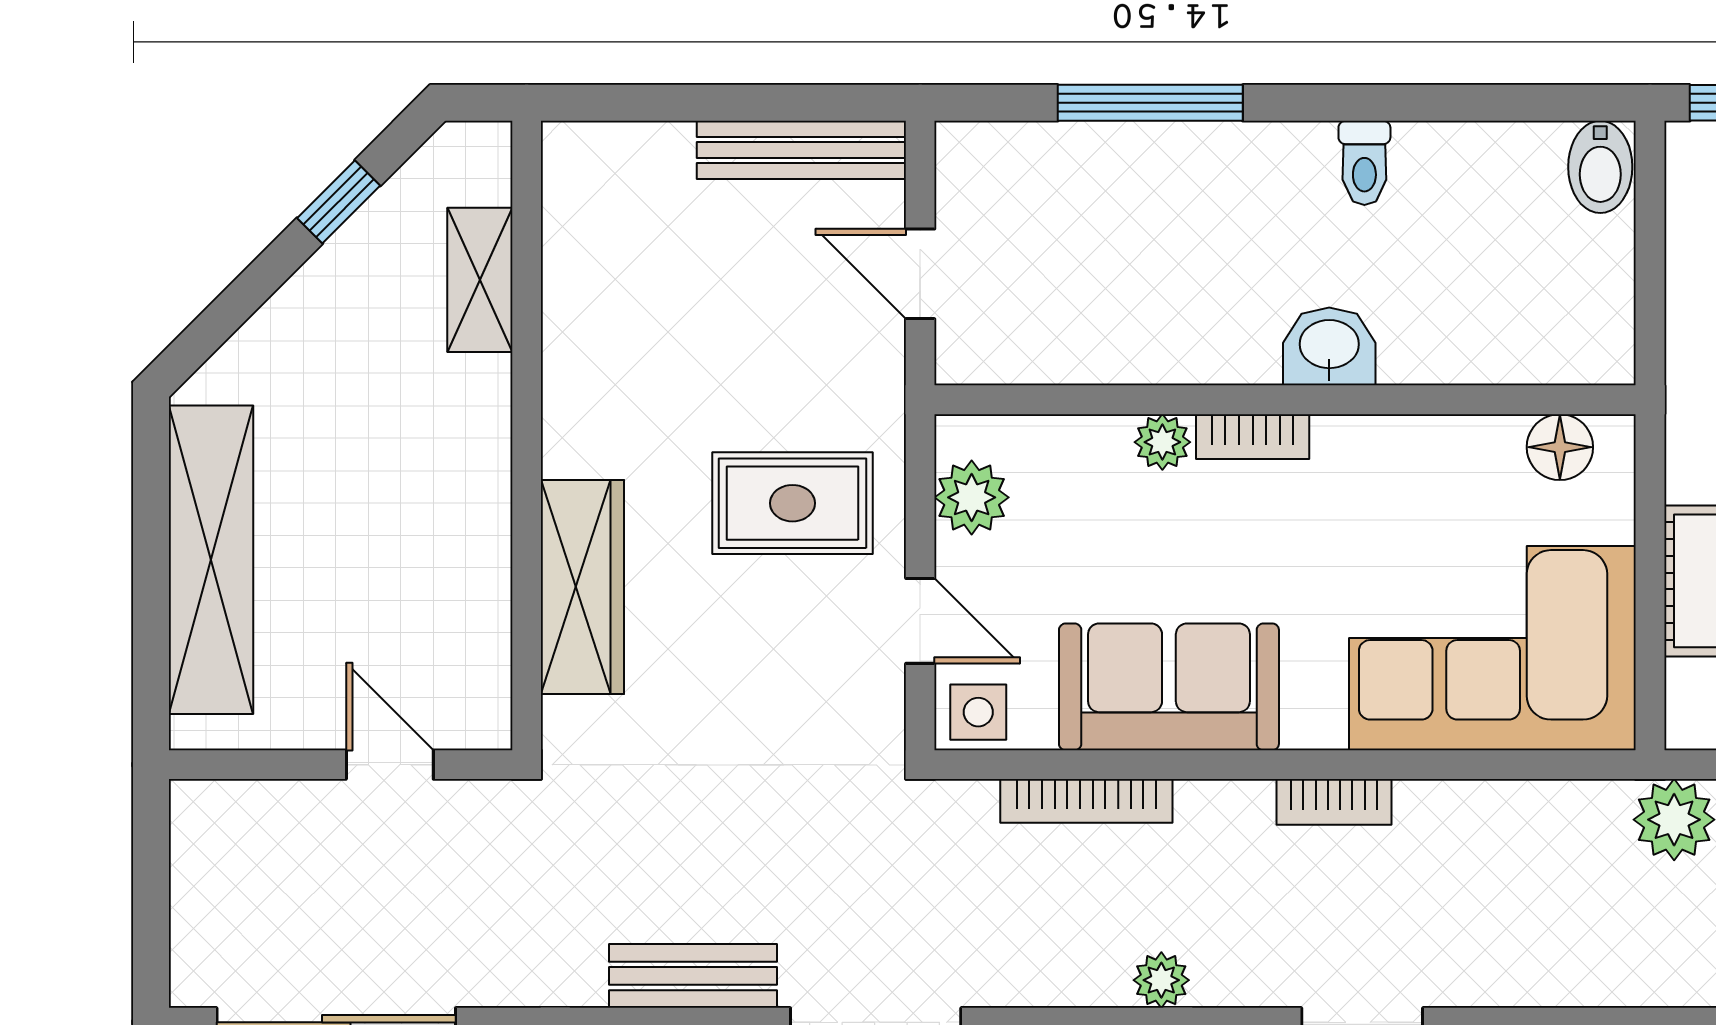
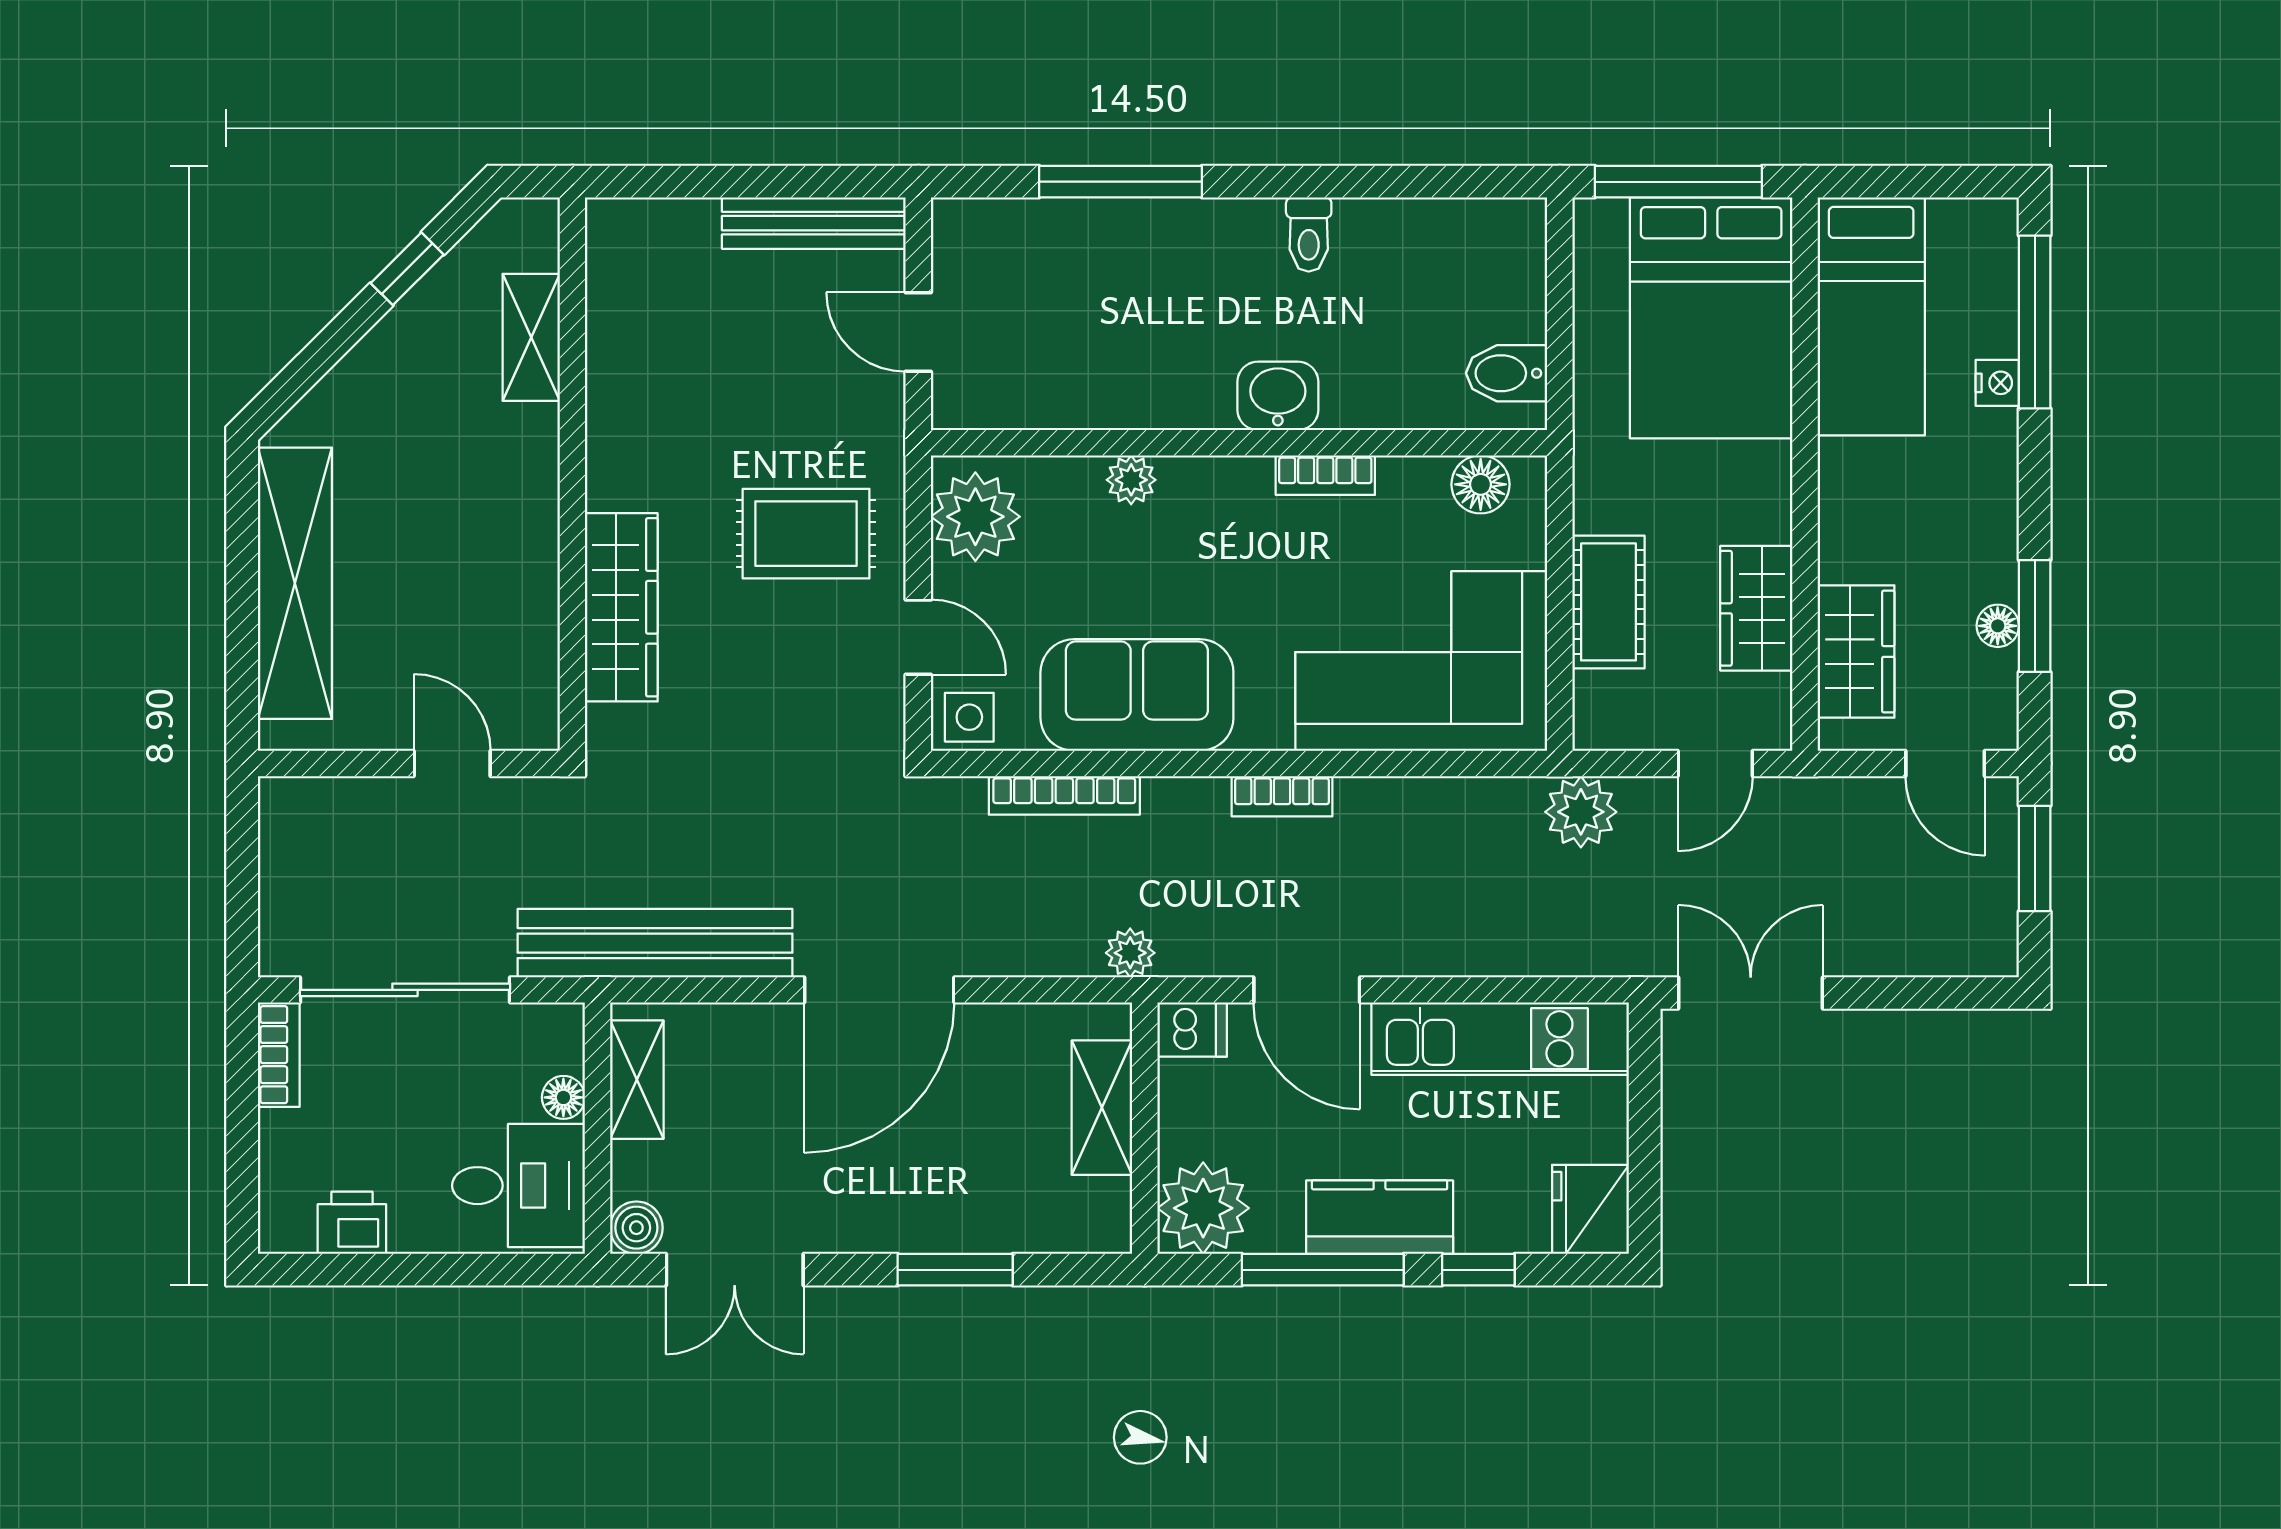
bidet: (1600, 167) -> (1507, 373), moved, turned 90
bookcase: (1253, 437) -> (1325, 475), moved
plant: (972, 497) -> (975, 517), width x1.36, depth x1.36
bench: (693, 976) -> (655, 943), width x1.86, depth x1.21

